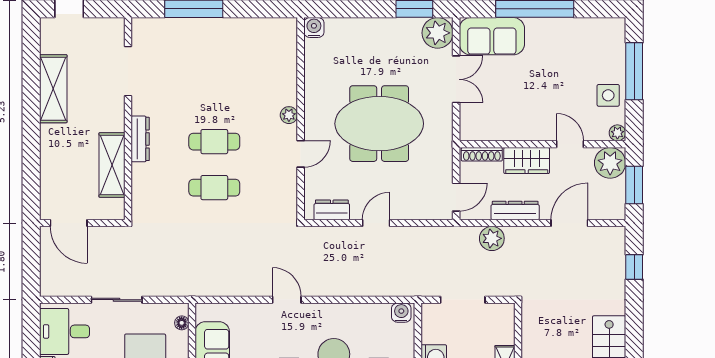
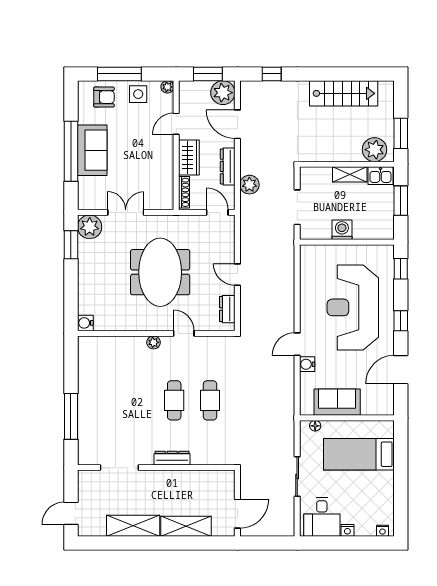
sofa: (492, 36) -> (92, 150), moved
armchair: (604, 51) -> (104, 97), added
plant: (610, 163) -> (223, 93), moved
shelving: (112, 165) -> (186, 526), moved
water cooler: (401, 313) -> (307, 364), moved

